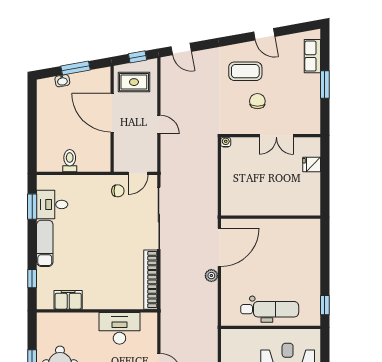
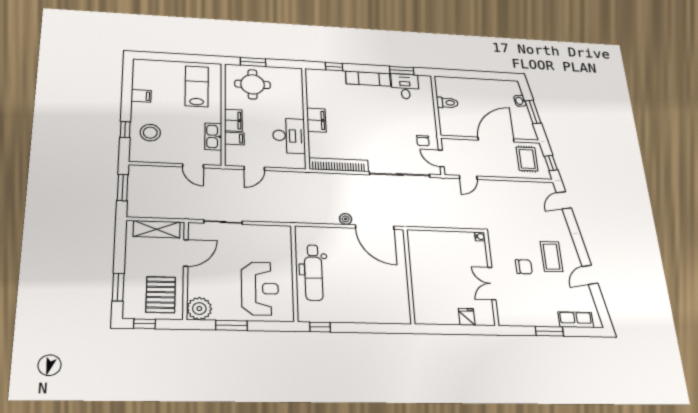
door: (159, 125) -> (468, 177), moved
filing cabinet: (68, 300) -> (316, 120), moved

